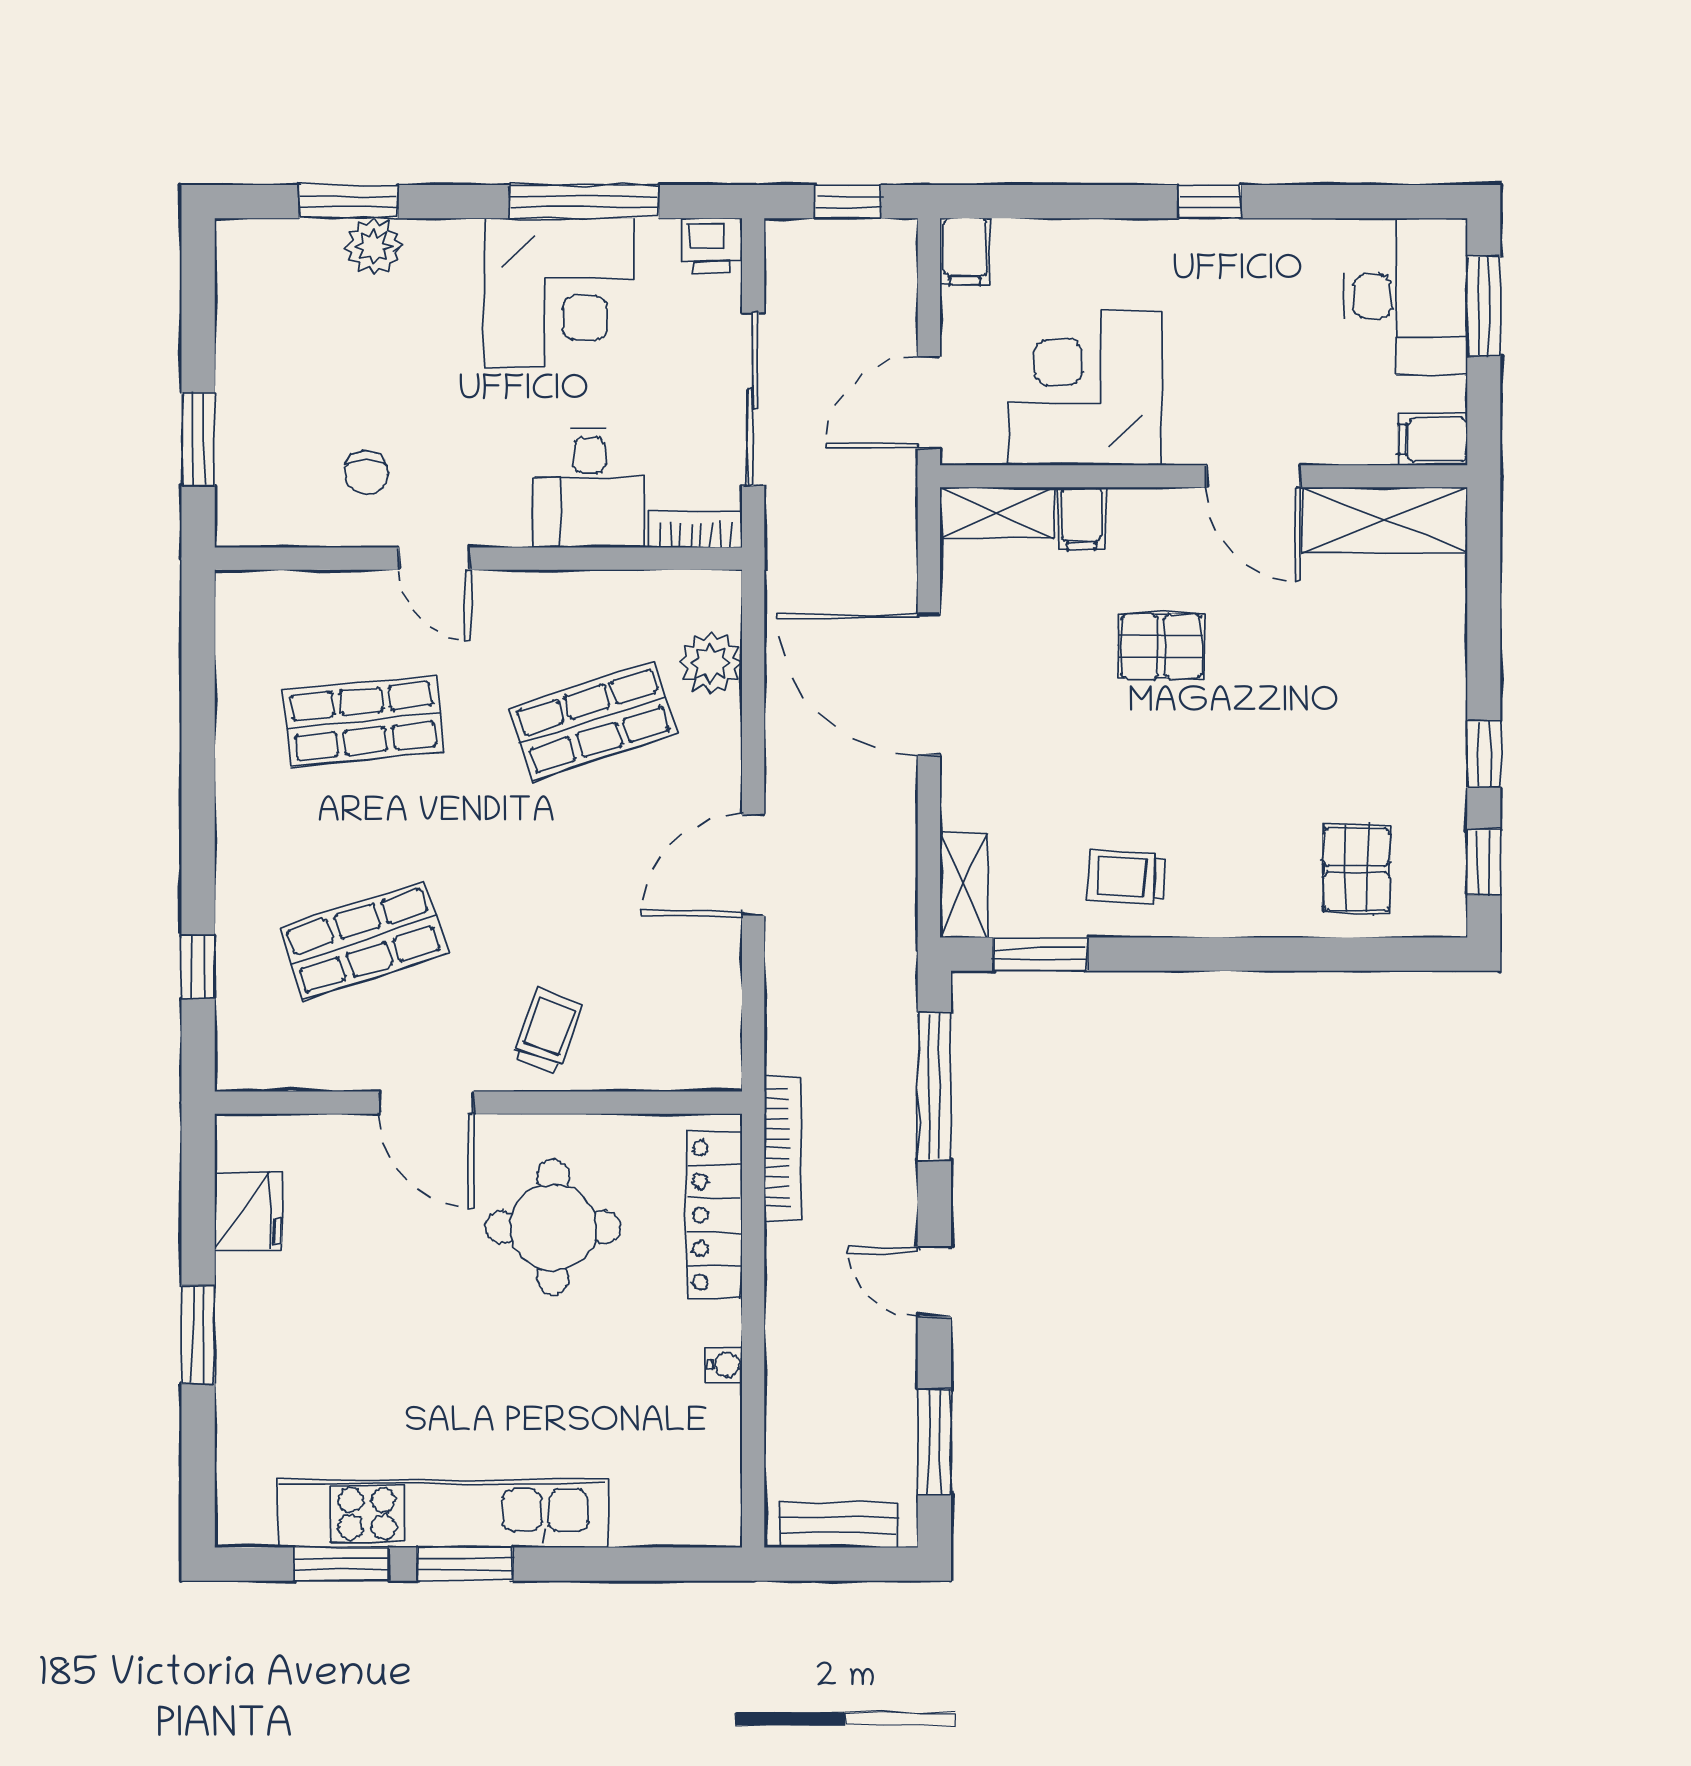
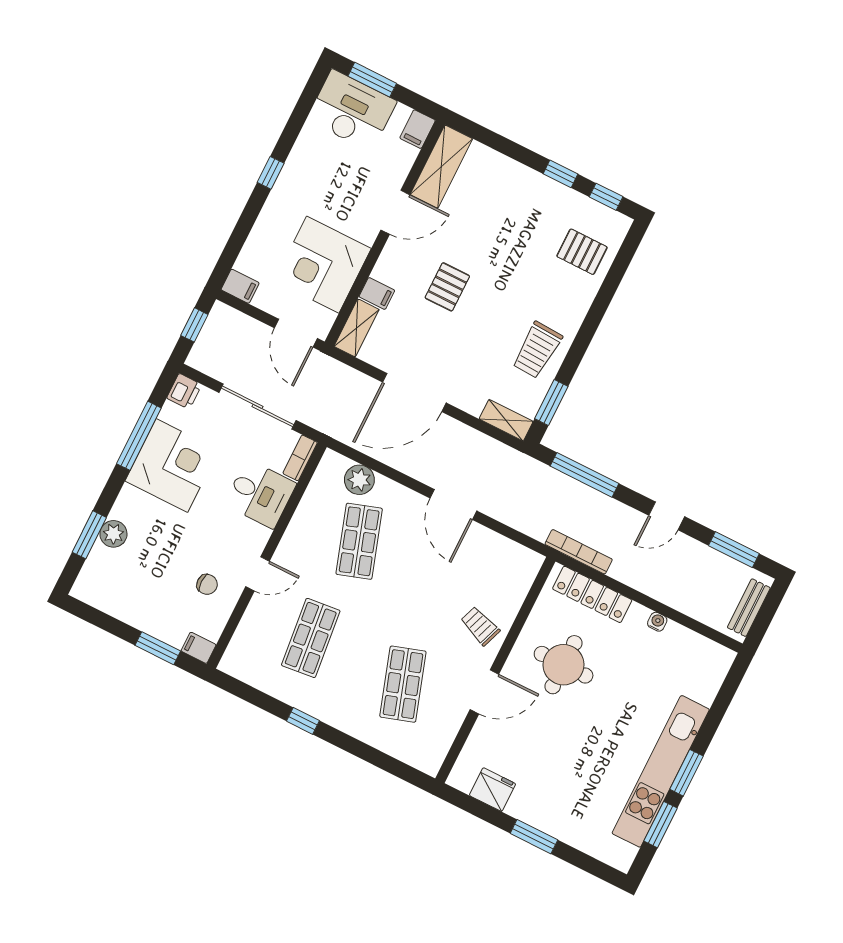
filing cabinet: (238, 517) -> (199, 648), added
trolley: (1127, 877) -> (537, 350), width x1.36, depth x1.39
window: (198, 967) -> (303, 721), moved

